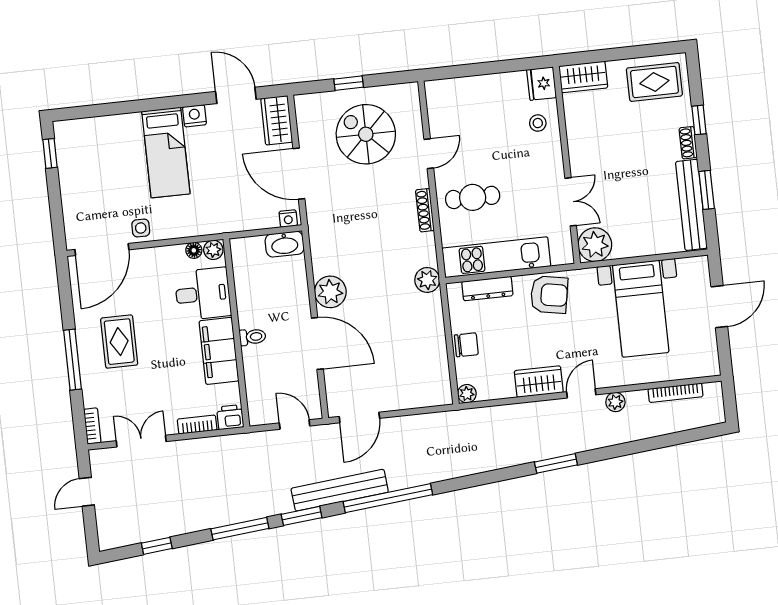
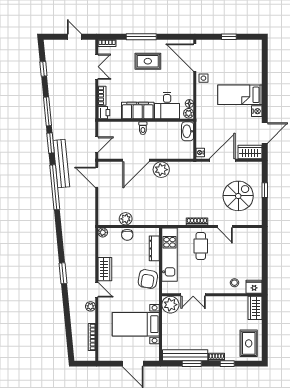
window: (50, 153) -> (229, 37), moved
washbasin: (285, 244) -> (188, 131), moved
plant: (427, 280) -> (126, 219), moved

